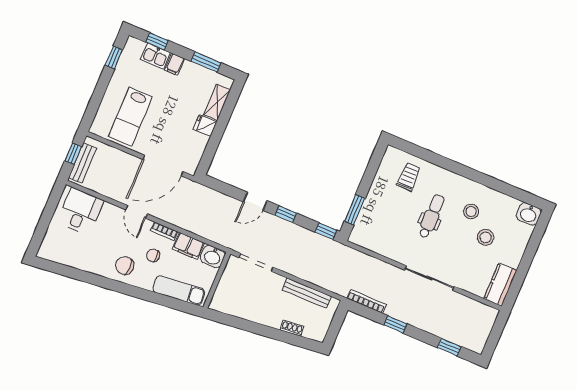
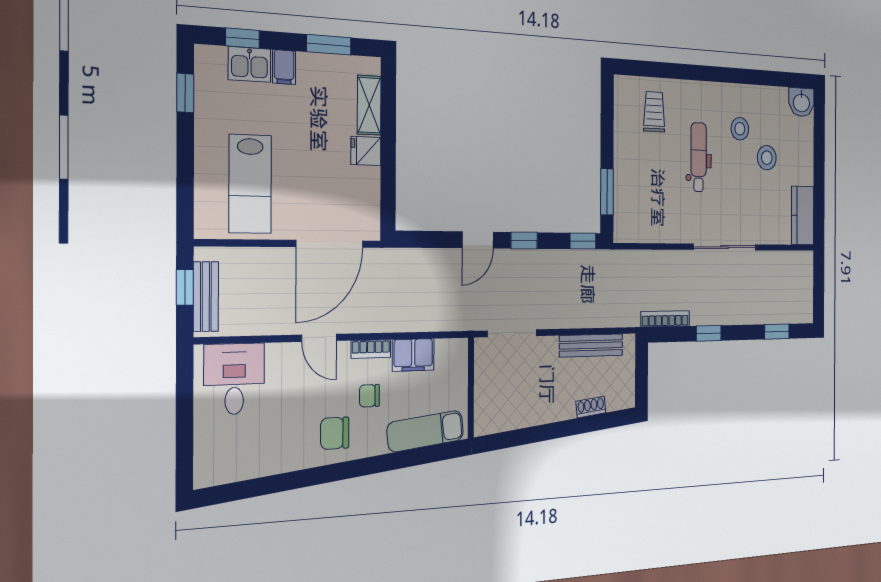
washbasin: (213, 256) -> (452, 354), removed

